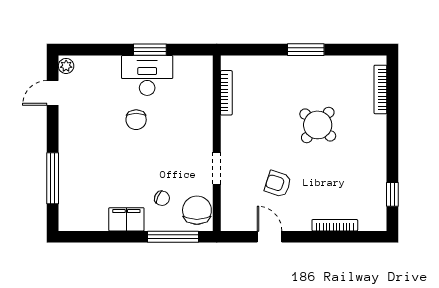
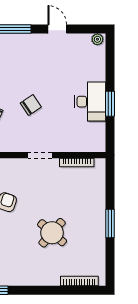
door: (53, 93) -> (57, 29), moved
chair: (136, 120) -> (31, 105), moved, turned 146
doorway: (217, 168) -> (40, 155), moved

